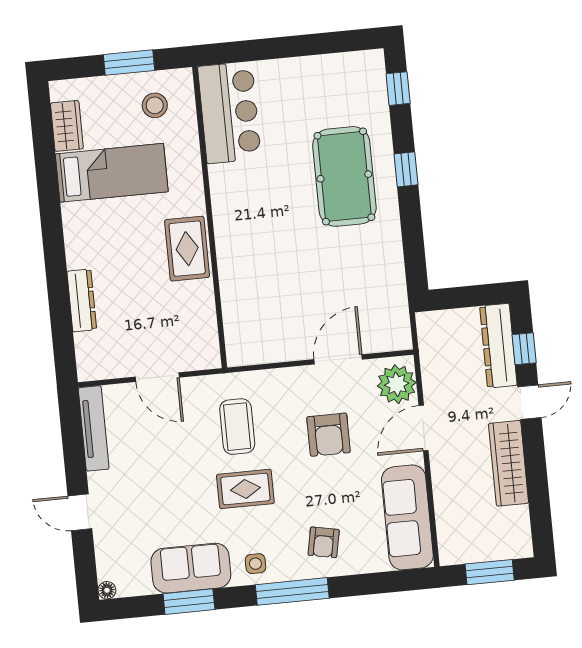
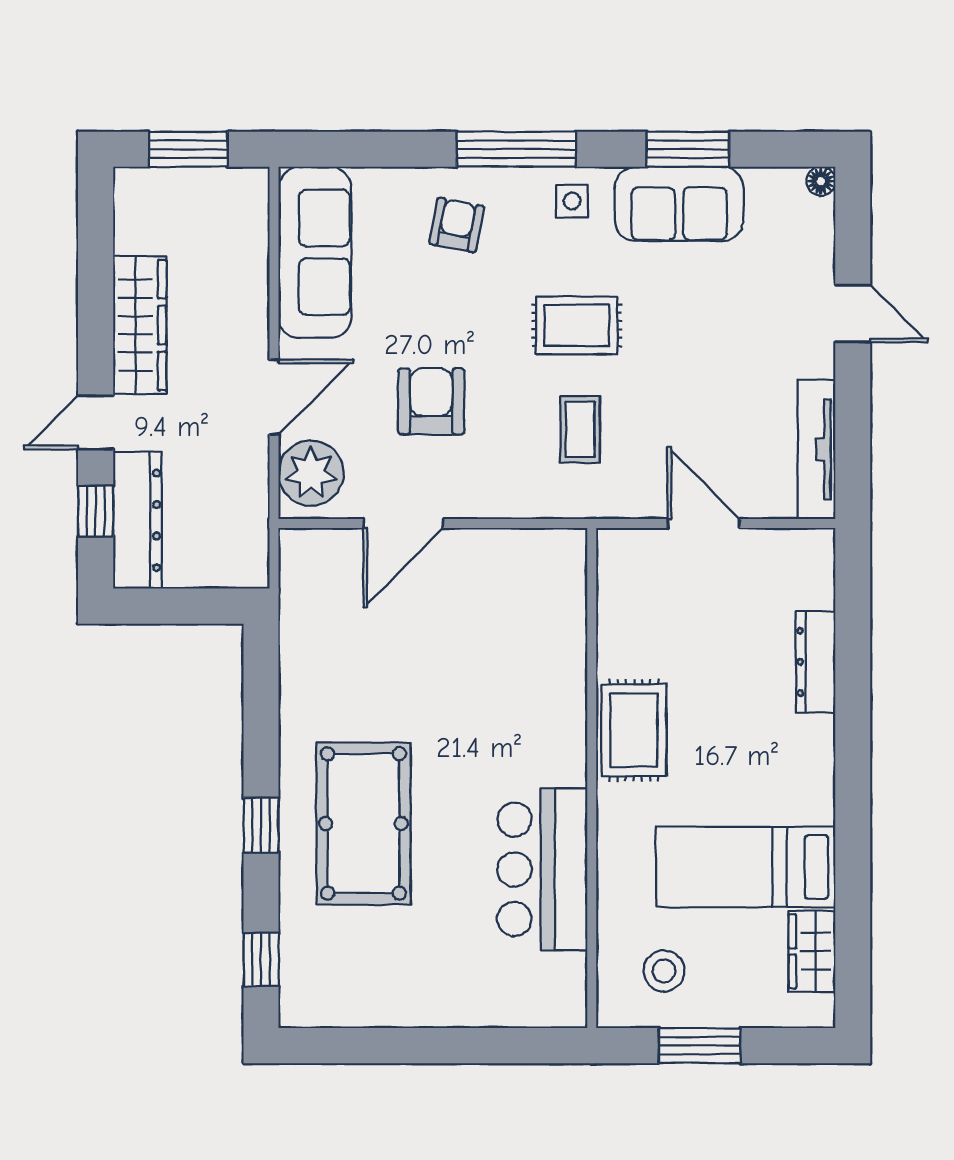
bar counter: (229, 113) -> (542, 869), moved
coffee table: (237, 427) -> (580, 429), width x0.73, depth x0.77

